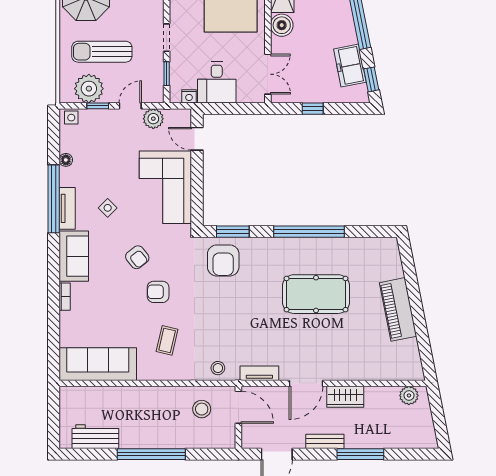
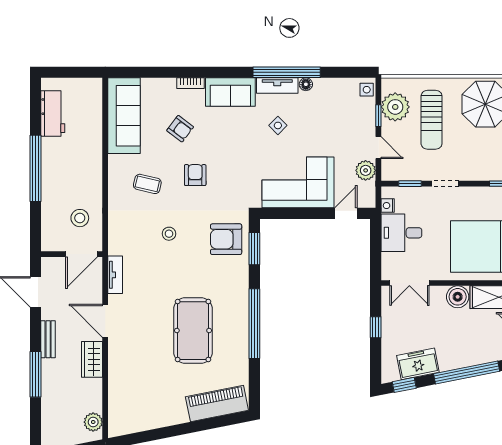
sun lounger: (102, 52) -> (432, 120), turned 180
floor lamp: (66, 160) -> (306, 84), moved
armchair: (137, 257) -> (180, 129), moved, turned -105
piano: (398, 309) -> (217, 403), moved
stool: (218, 368) -> (169, 234), moved

